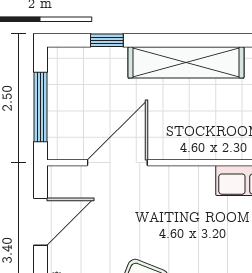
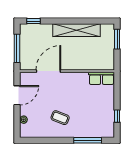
window: (107, 40) -> (34, 21), moved

